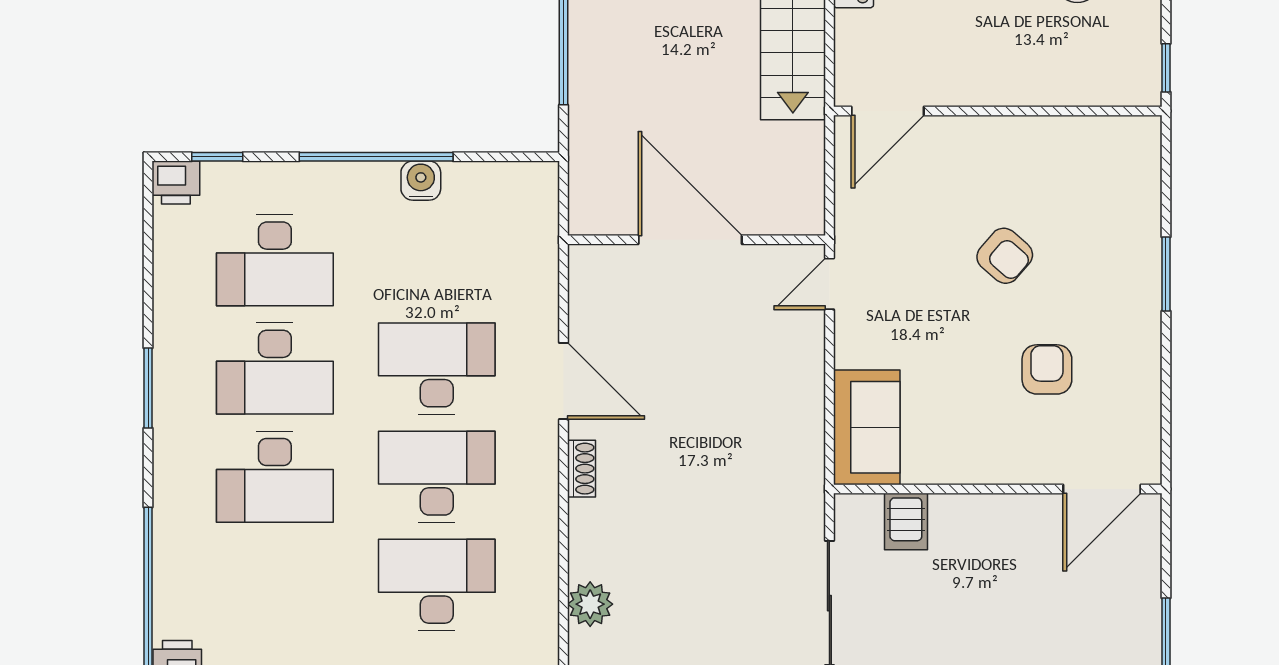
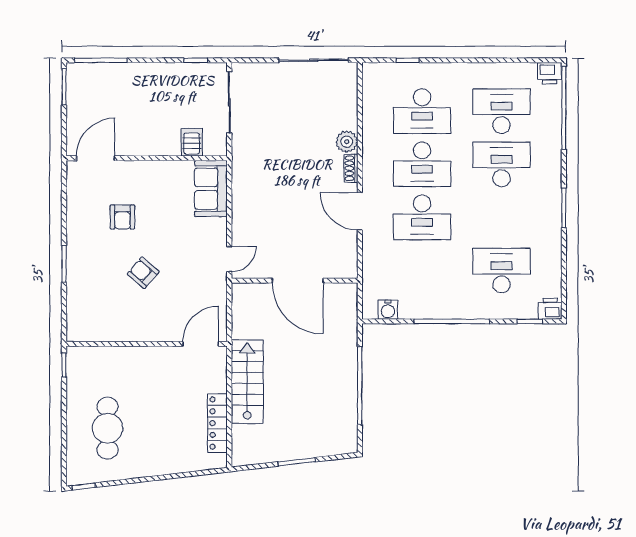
water cooler: (421, 181) -> (388, 310), moved
desk: (275, 368) -> (502, 111), moved
plant: (590, 604) -> (347, 142), moved

